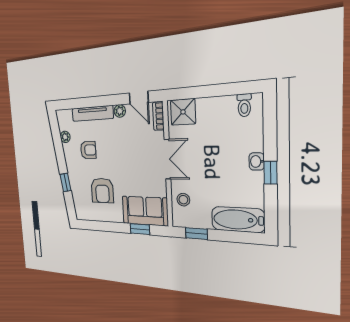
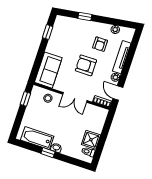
door: (139, 98) -> (118, 93), hinge flipped
shower: (183, 112) -> (91, 140), moved
armchair: (102, 190) -> (86, 65), moved
bathtub: (238, 220) -> (37, 138), moved, turned -90
window: (140, 229) -> (48, 32), moved

